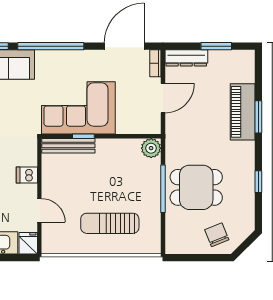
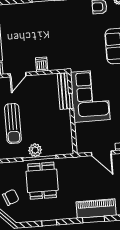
plant: (151, 148) -> (35, 150), moved
sun lounger: (110, 223) -> (13, 124), turned 180

